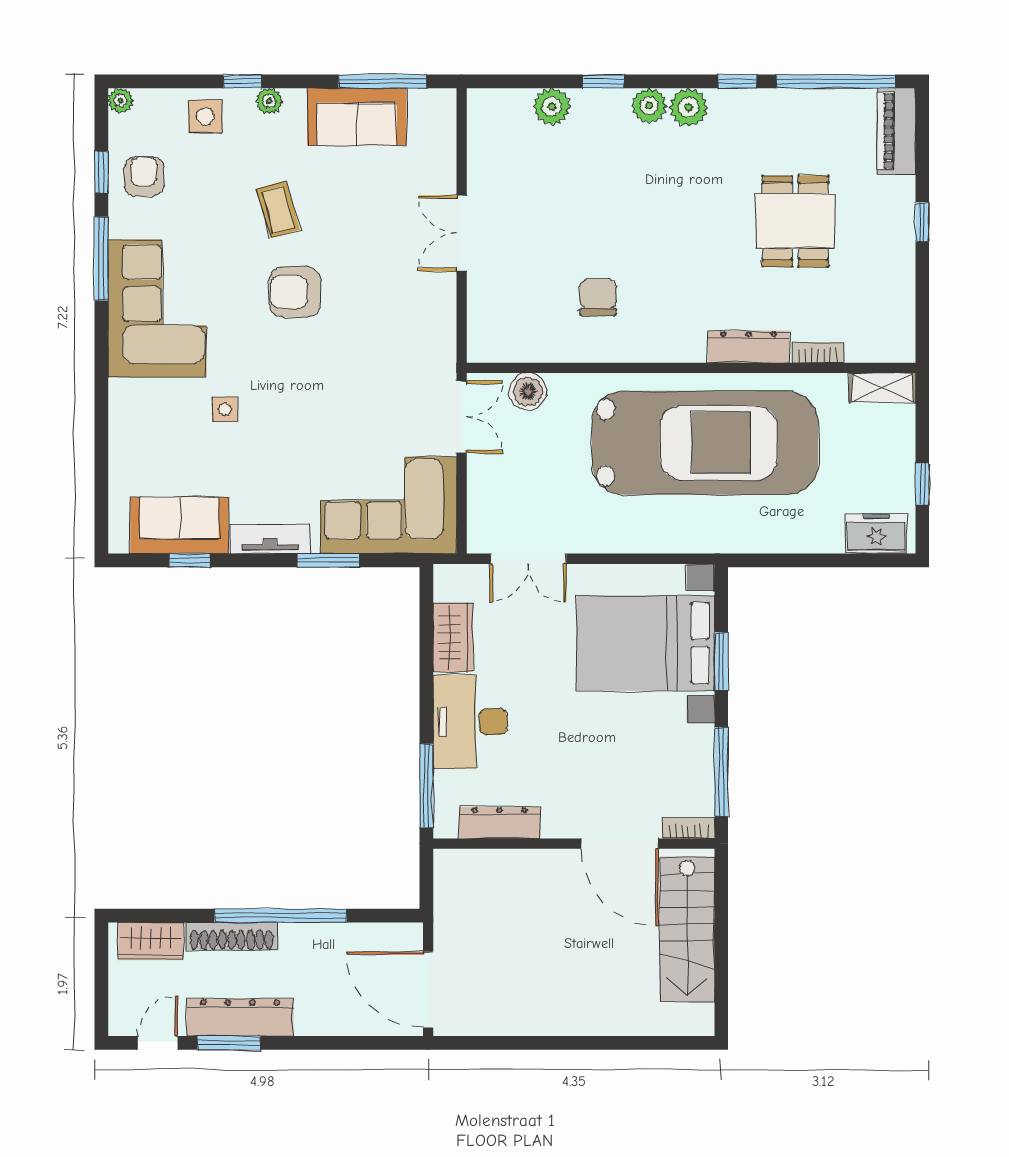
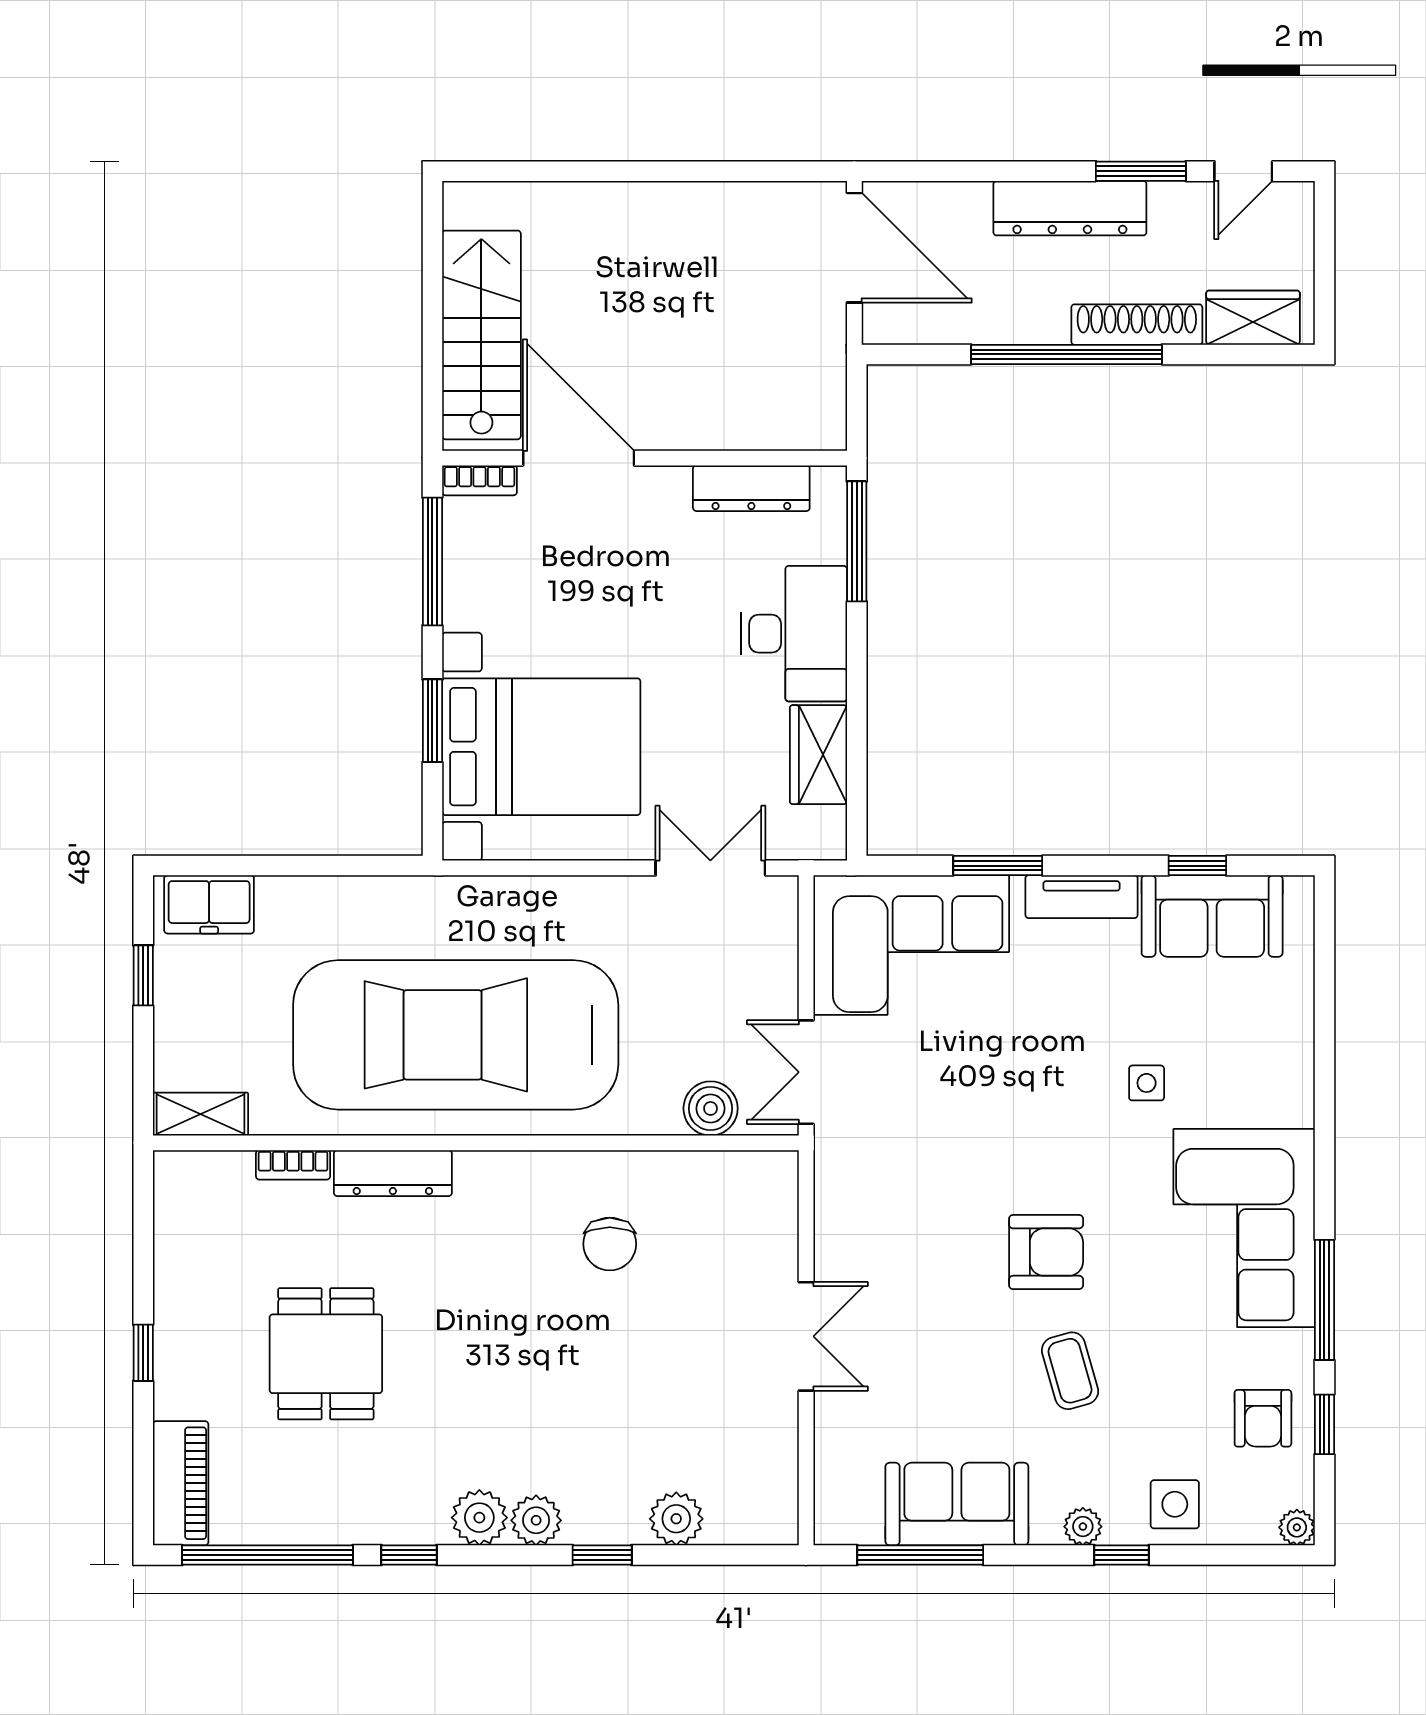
dresser: (240, 1017) -> (1070, 208), moved

